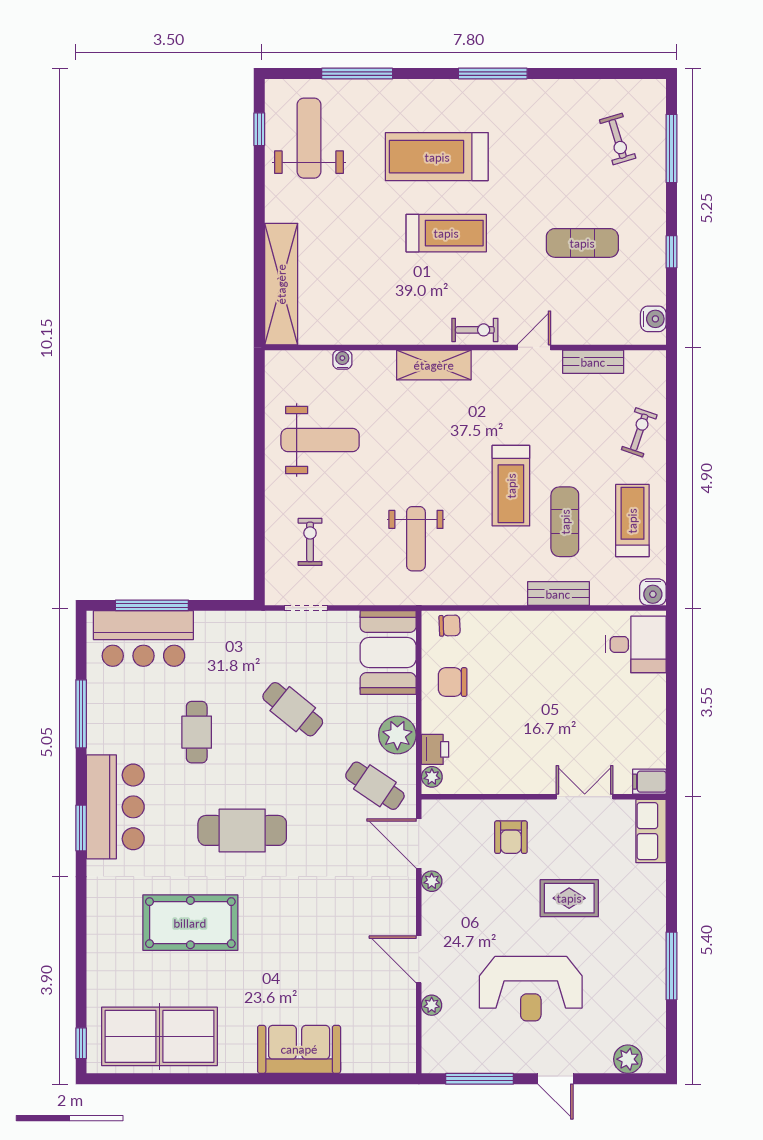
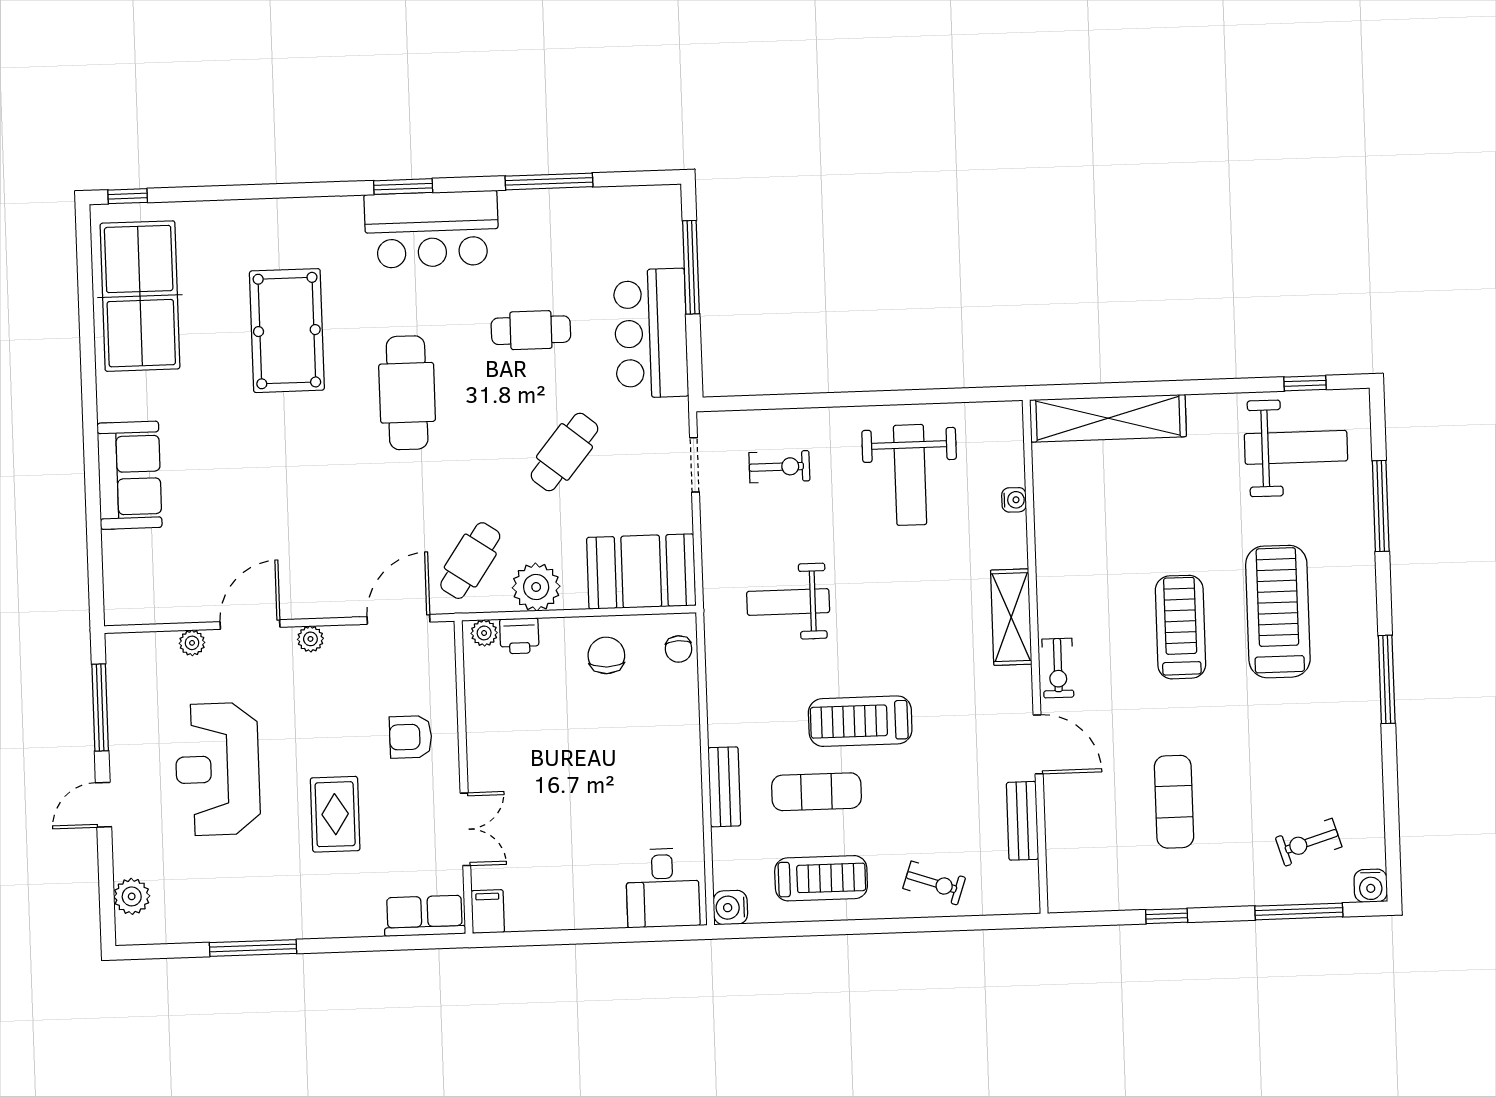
treadmill: (446, 233) -> (1181, 627), turned 180
water cooler: (653, 319) -> (1371, 886), moved
door: (534, 347) -> (1038, 744), width x1.38
bar counter: (143, 638) -> (651, 333), moved
plant: (432, 881) -> (310, 639), moved

